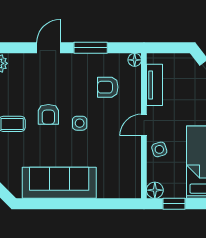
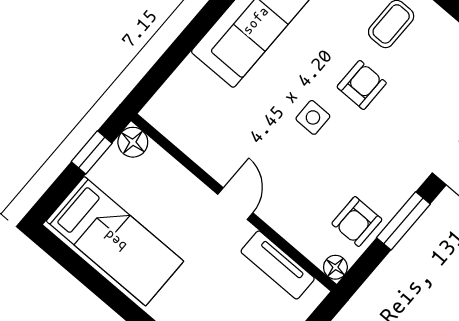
armchair: (108, 87) -> (357, 222), moved, turned 180
armchair: (48, 114) -> (362, 85), turned 90
side table: (159, 149) -> (184, 196), removed

